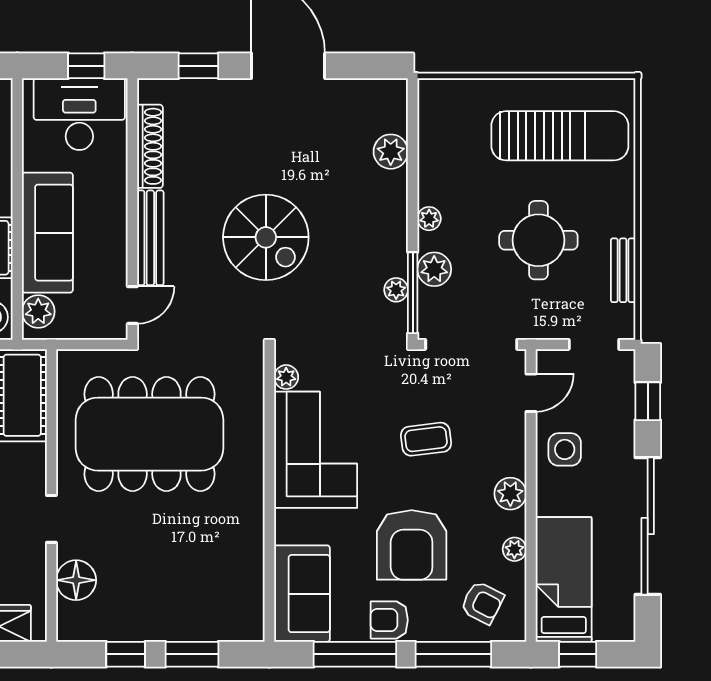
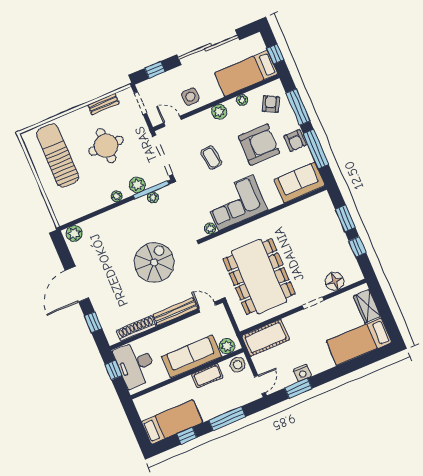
plant: (391, 152) -> (74, 234), moved

